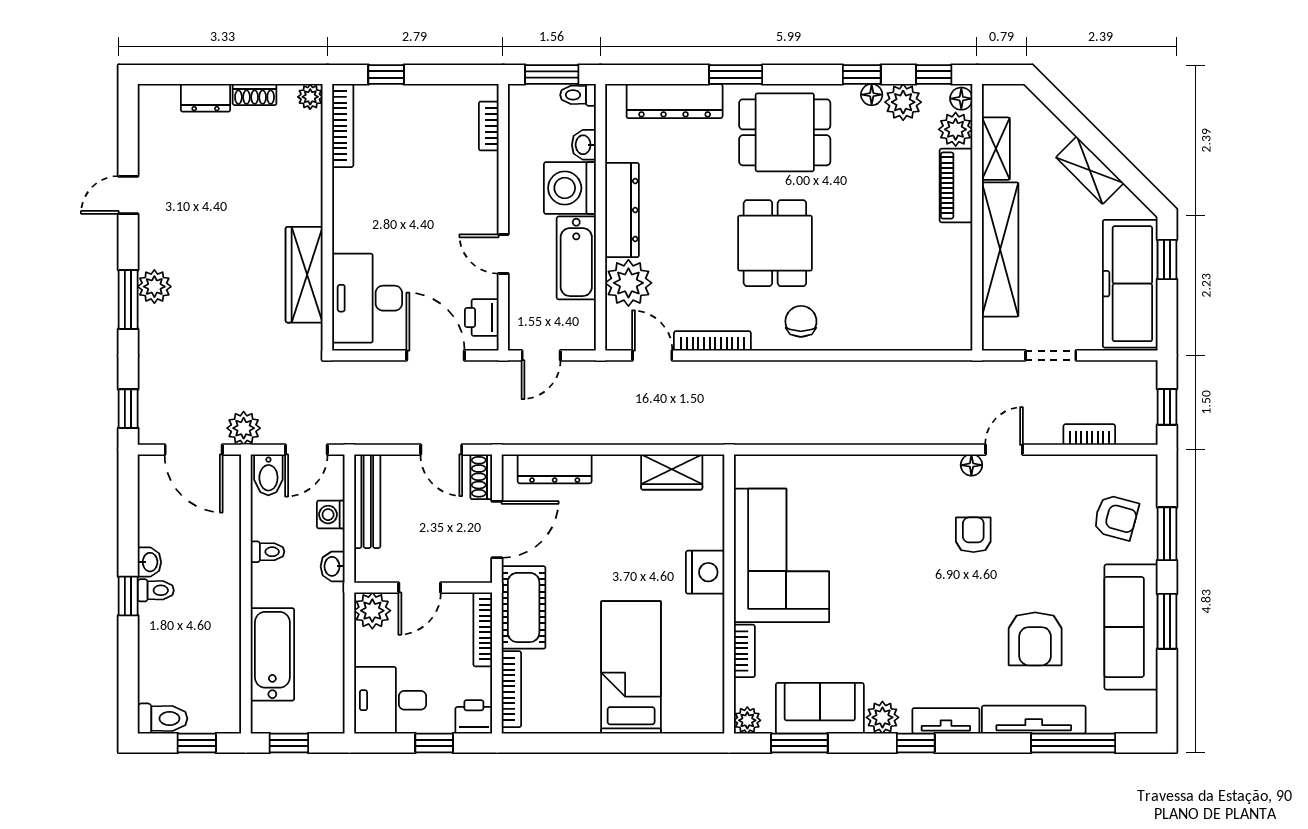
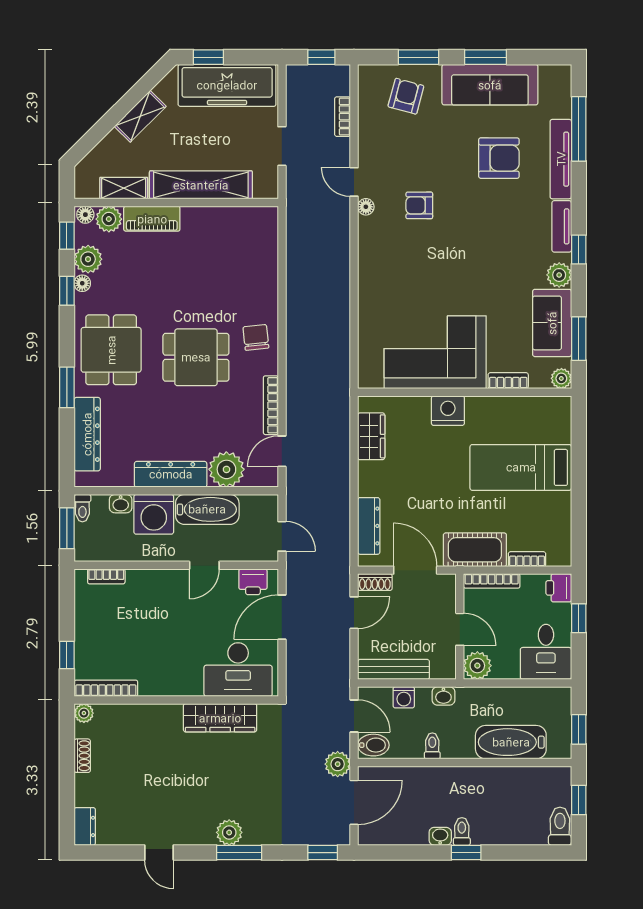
dresser: (206, 98) -> (85, 826), moved
chair: (801, 321) -> (256, 337), turned 84
bookcase: (511, 689) -> (527, 559), width x0.64

